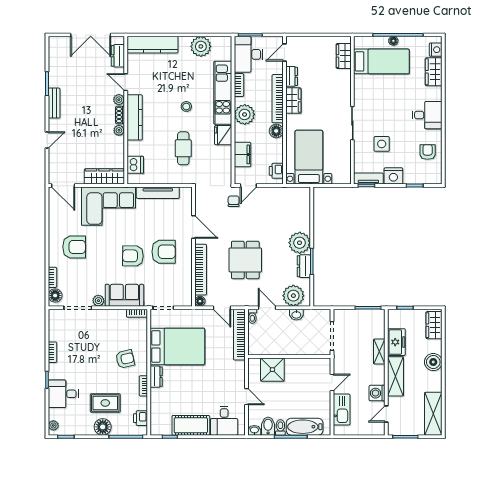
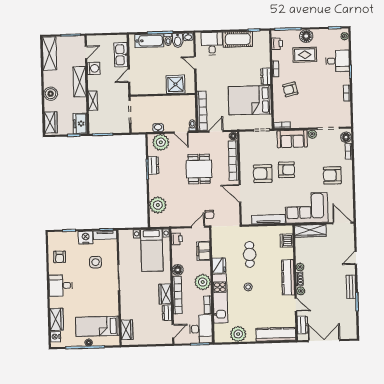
plant: (300, 243) -> (158, 205), moved
door: (222, 308) -> (216, 131), hinge flipped
freezer: (396, 342) -> (80, 124), moved

